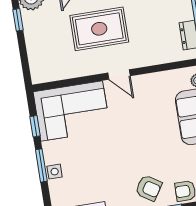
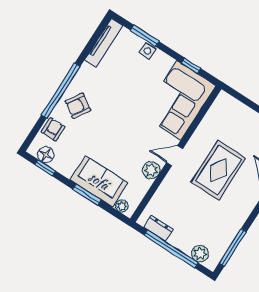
plant: (148, 83) -> (151, 170), added
window: (41, 165) -> (145, 36), moved

